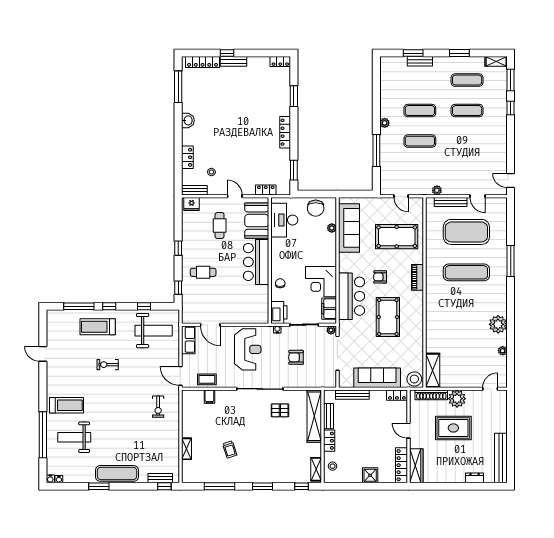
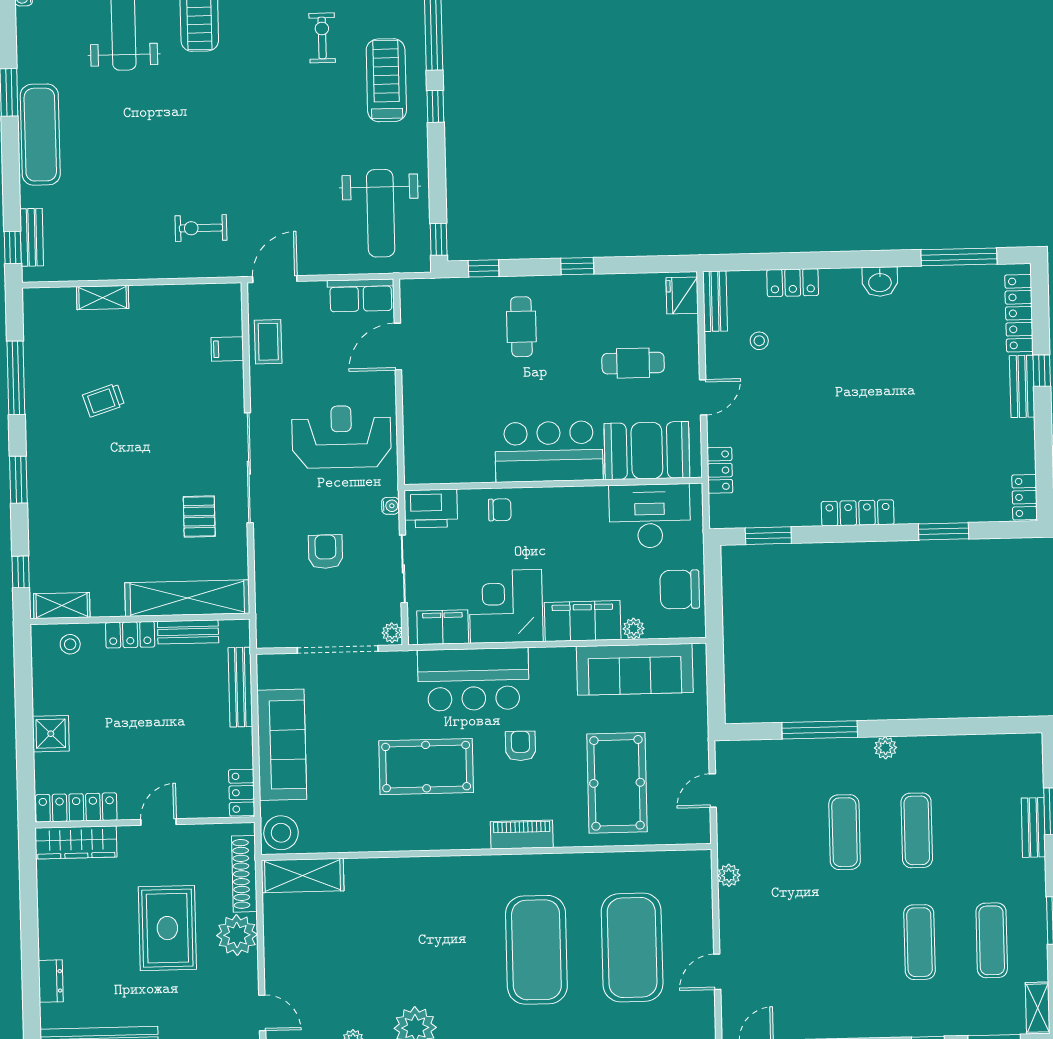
bench: (451, 202) -> (702, 908), removed
filing cabinet: (328, 249) -> (583, 621), added
exercise mat: (466, 272) -> (536, 950), width x1.47
window: (144, 306) -> (439, 239), moved
reception desk: (248, 349) -> (341, 437), turned 180
exercise bike: (108, 365) -> (322, 38), moved

